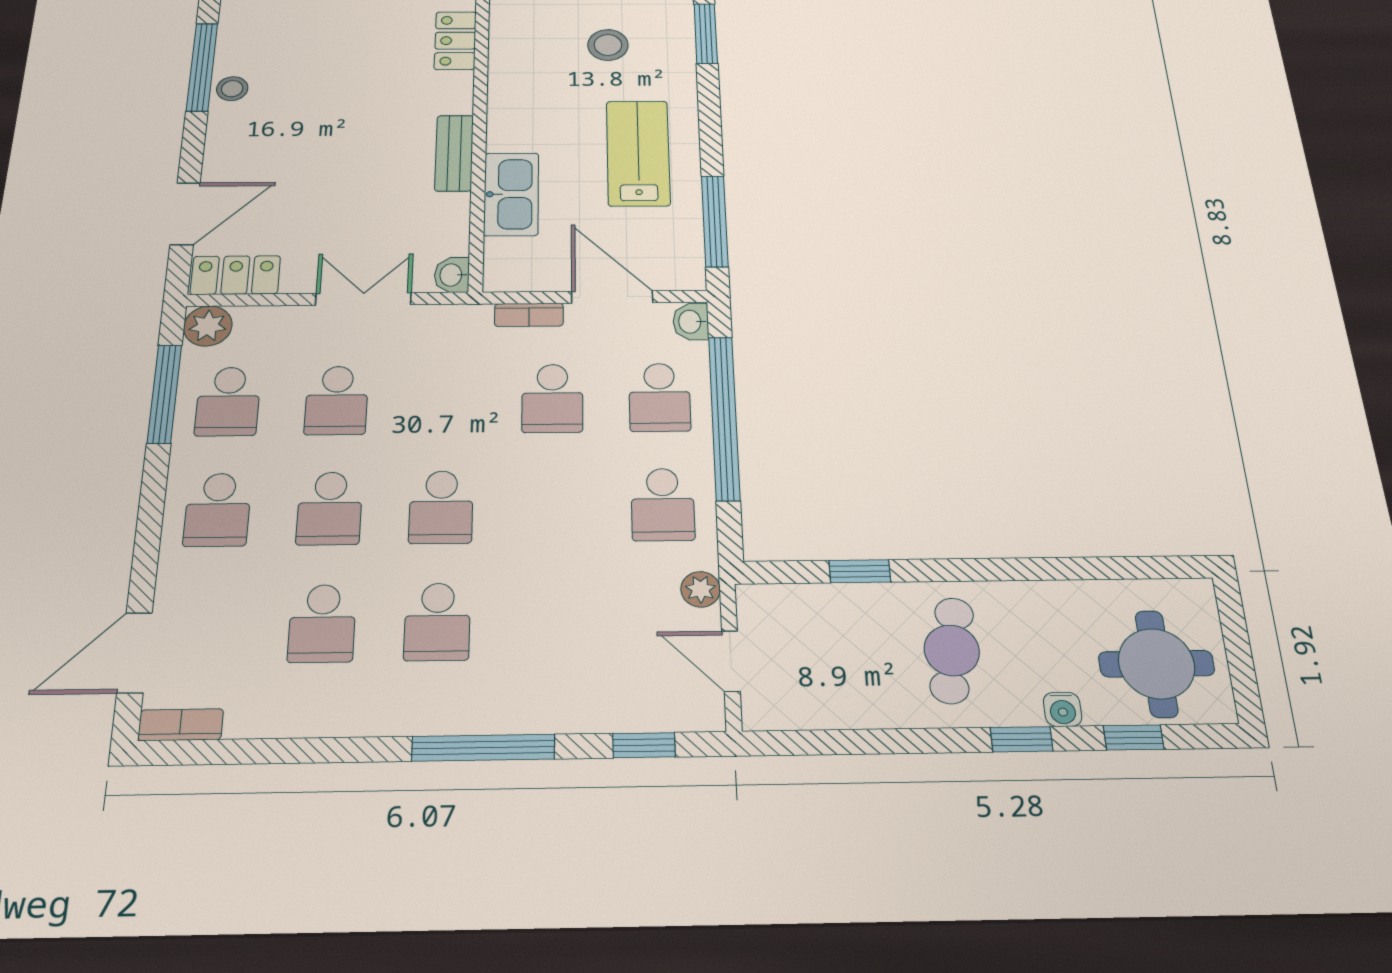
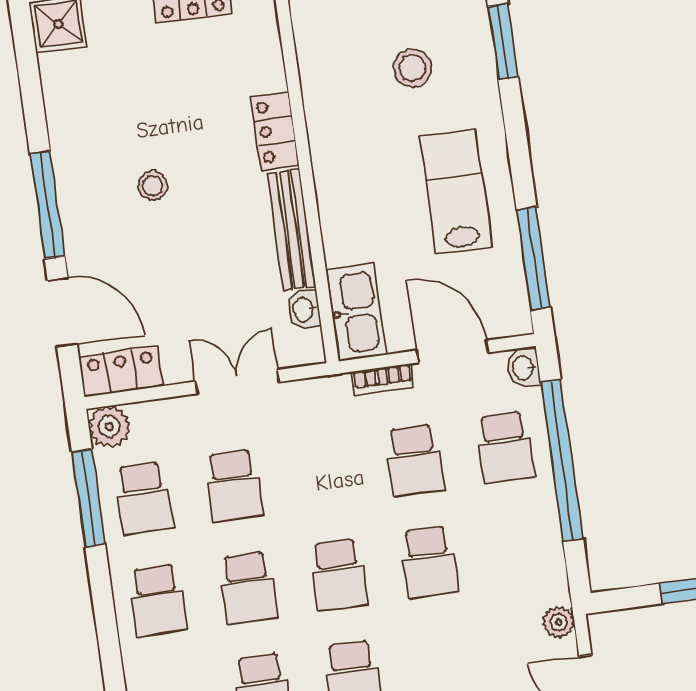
locker: (455, 41) -> (275, 131), moved
window: (202, 67) -> (47, 205), moved
stool: (232, 89) -> (153, 186), moved
bench: (454, 153) -> (291, 229), width x1.36
kitchen sink: (511, 194) -> (356, 312), moved
door: (185, 214) -> (62, 312), hinge flipped
washbasin: (452, 275) -> (304, 309), moved
school desk: (663, 504) -> (429, 562), moved

